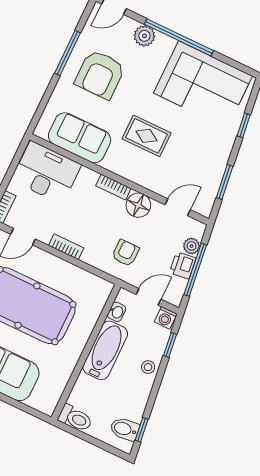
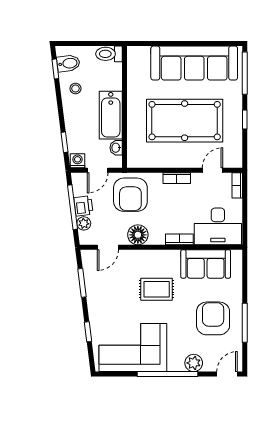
bookcase: (113, 187) -> (179, 239), moved
armchair: (125, 253) -> (130, 195), width x1.88, depth x1.88
stool: (148, 367) -> (75, 89), moved

